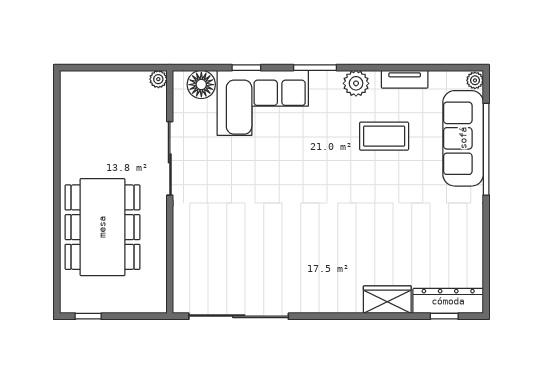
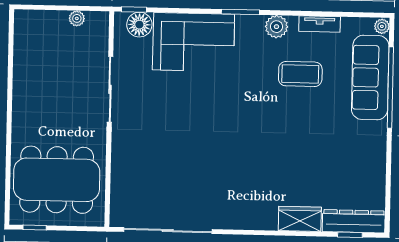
window: (246, 68) -> (134, 10), moved
plant: (158, 79) -> (77, 18), moved
dining table: (102, 227) -> (57, 180), moved, turned 90

